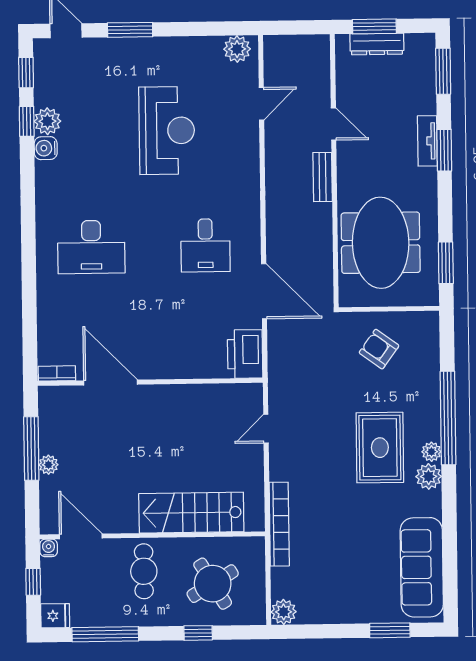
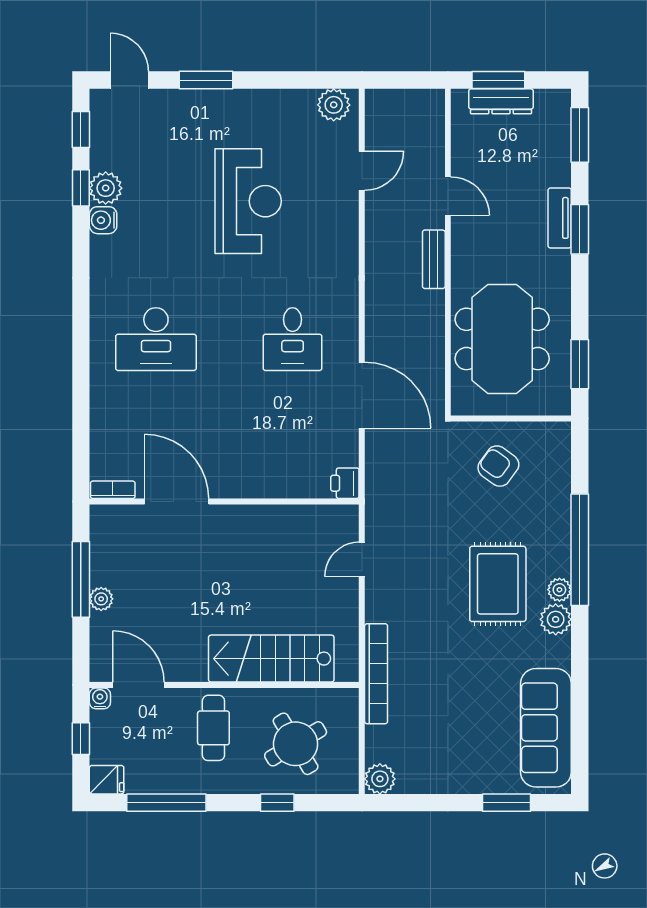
printer: (245, 354) -> (345, 483), width x0.53, depth x0.68

